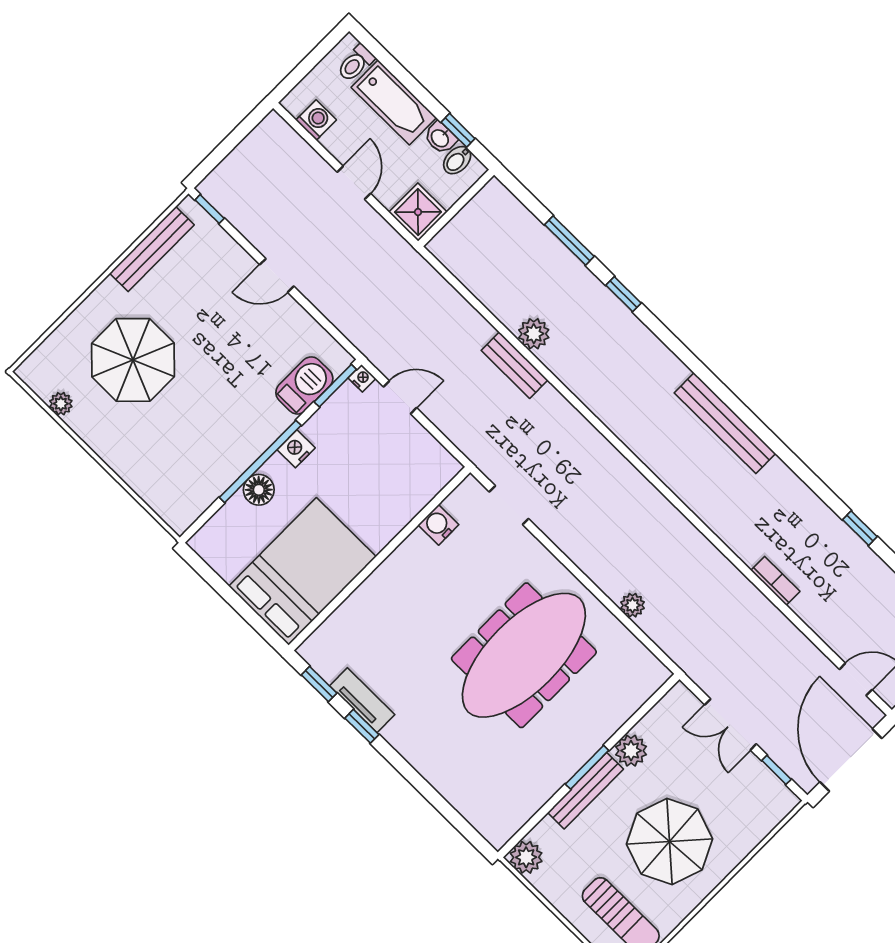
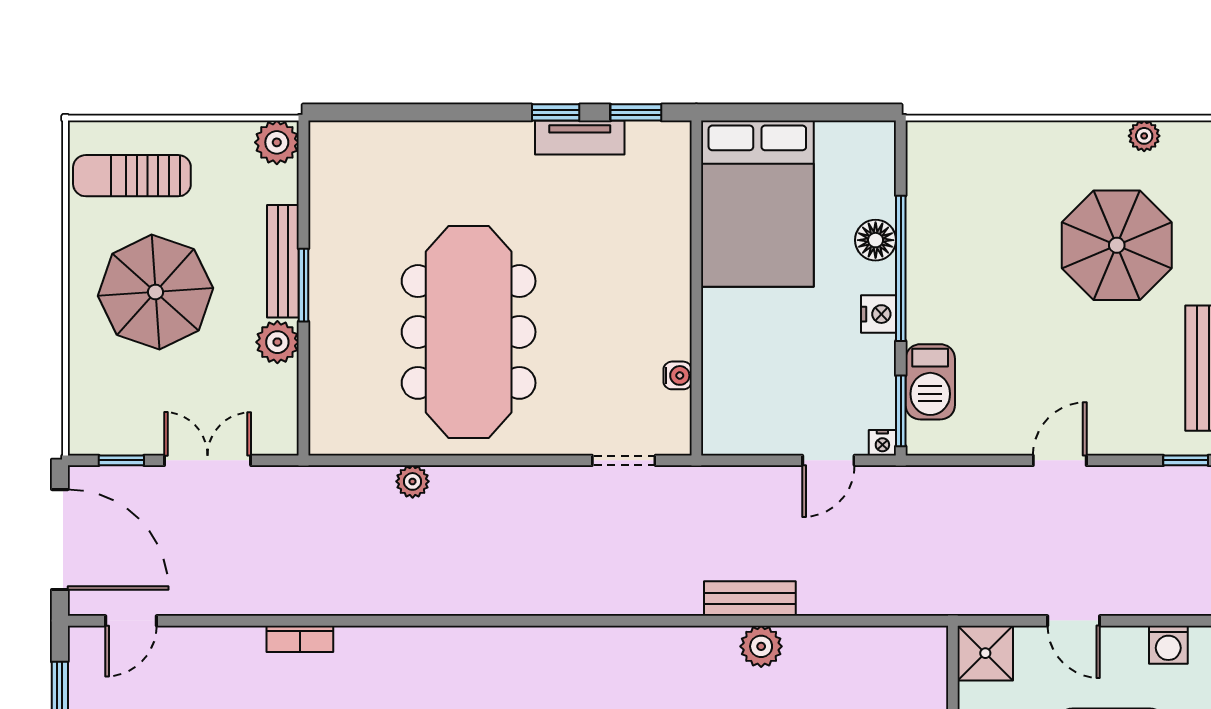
water cooler: (438, 525) -> (678, 375), width x0.72, depth x0.72

